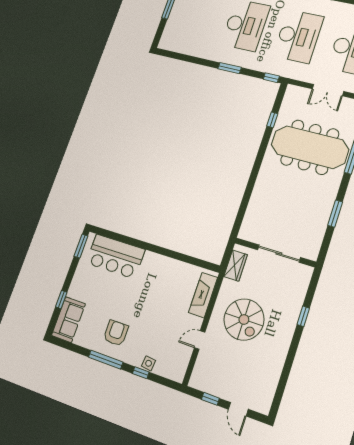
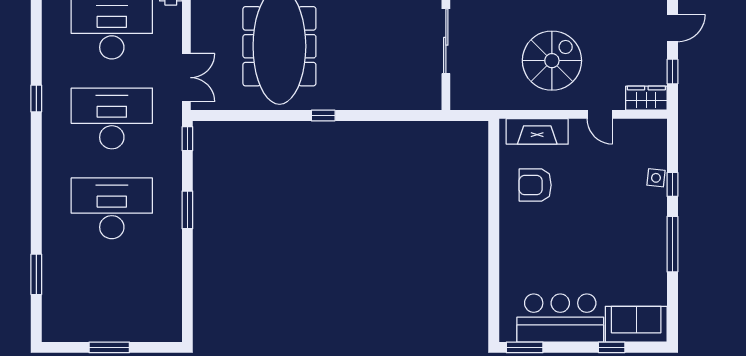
double door: (328, 90) -> (186, 78), moved
window: (272, 120) -> (323, 116), moved
bar counter: (115, 256) -> (560, 318), moved, turned -90
wardrobe: (236, 266) -> (646, 98), moved
armchair: (116, 333) -> (535, 185), moved

